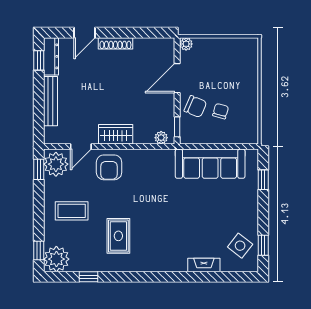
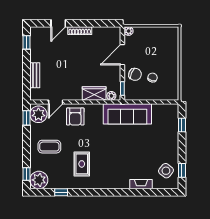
dresser: (51, 56) -> (35, 40), removed
bench: (51, 101) -> (35, 75), width x0.73
wardrobe: (116, 134) -> (94, 94), moved
sofa: (210, 164) -> (127, 114), moved

